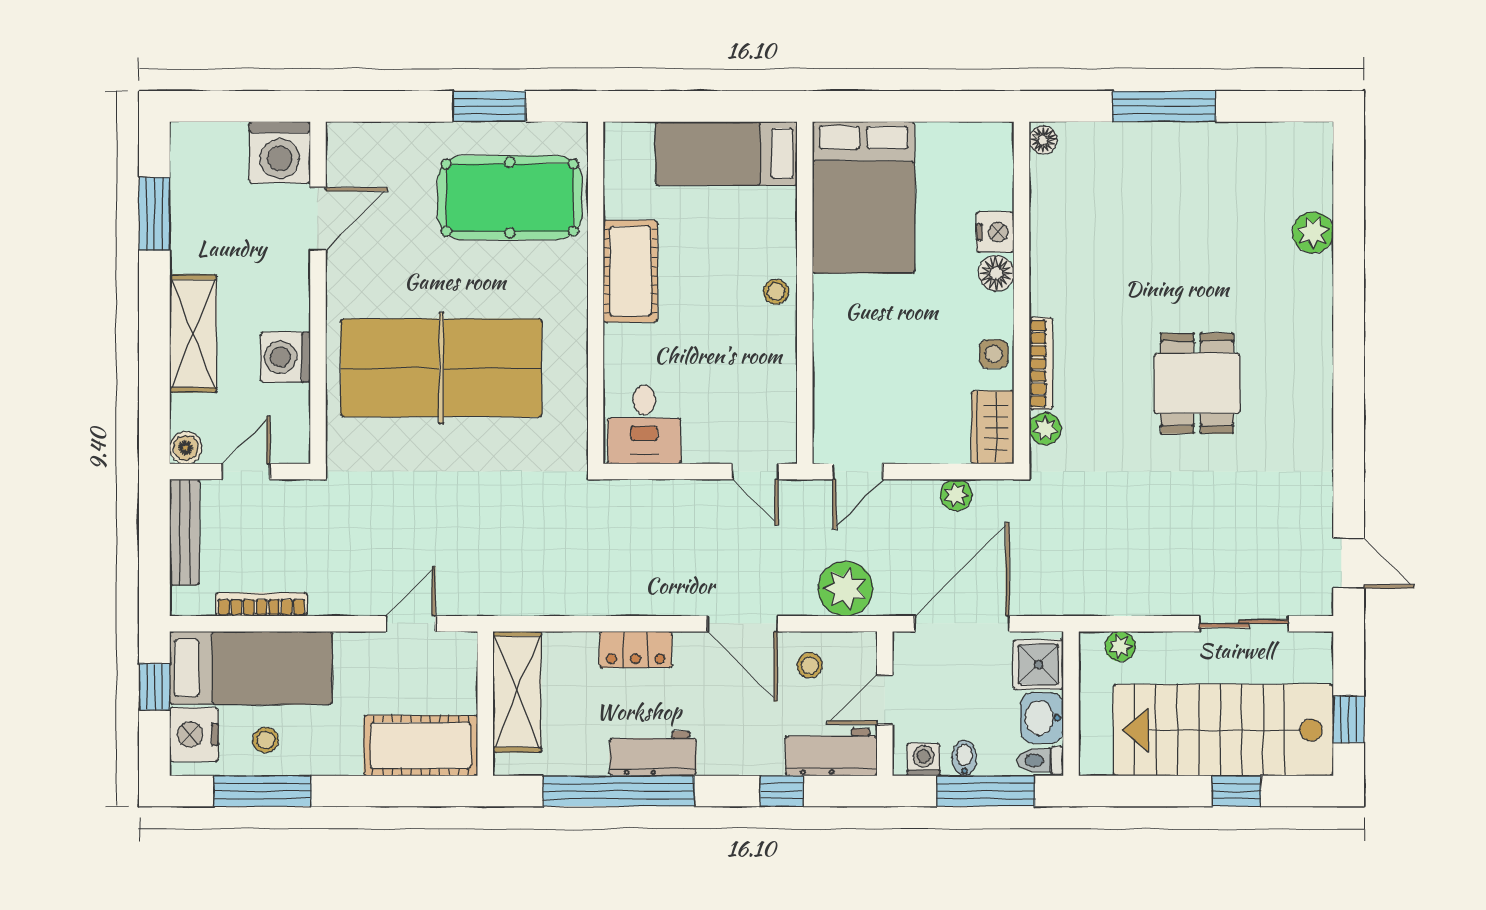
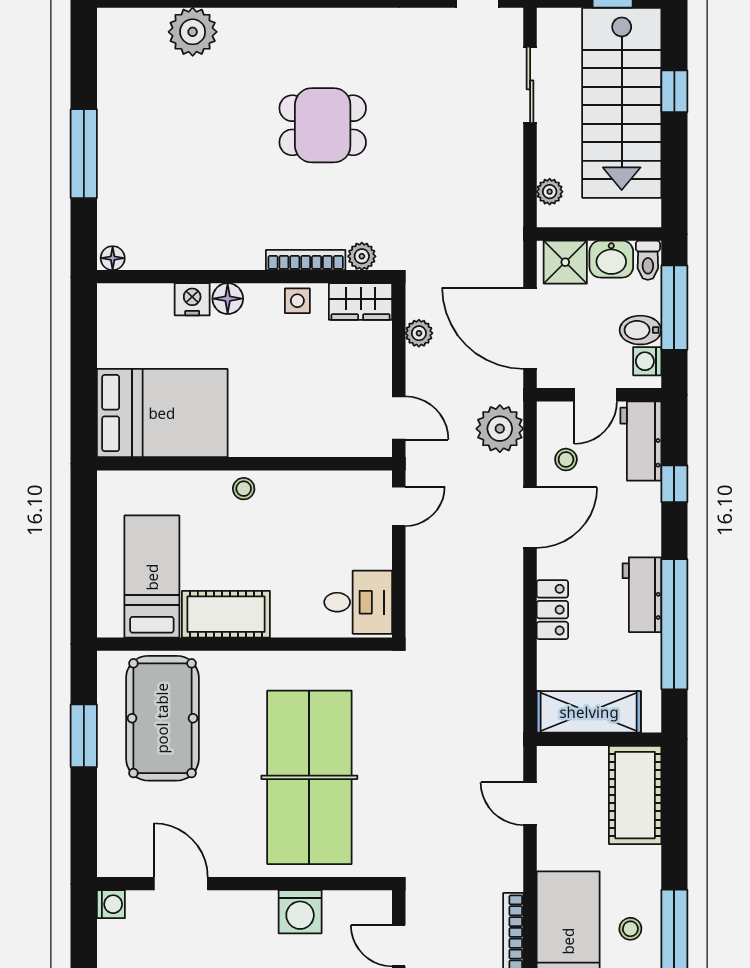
washing machine: (280, 152) -> (111, 904), width x0.53, depth x0.53
bed: (726, 153) -> (152, 577), moved, turned 180
plant: (1313, 233) -> (193, 32), width x1.36, depth x1.36
door: (885, 700) -> (596, 395), hinge flipped
bidet: (964, 758) -> (640, 330), width x1.38, depth x1.36

